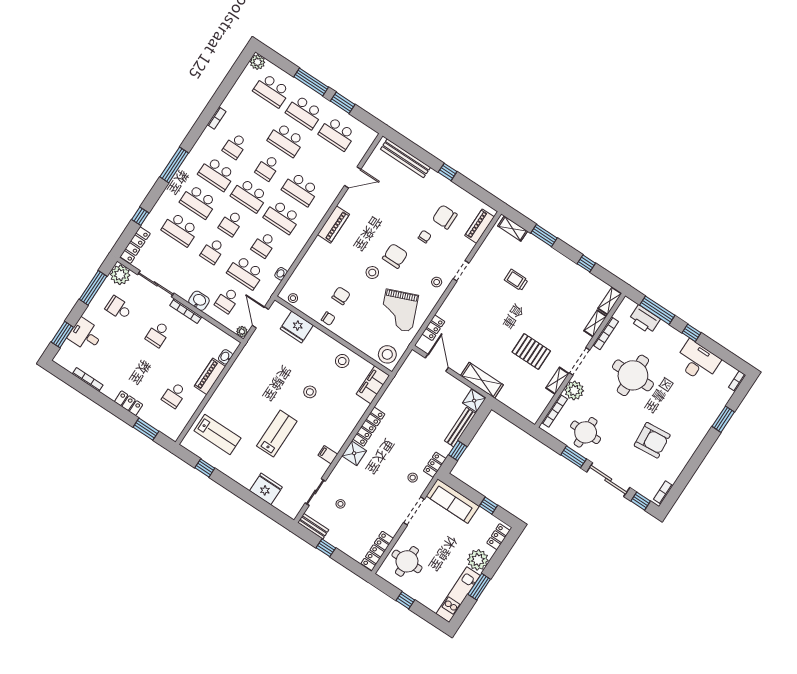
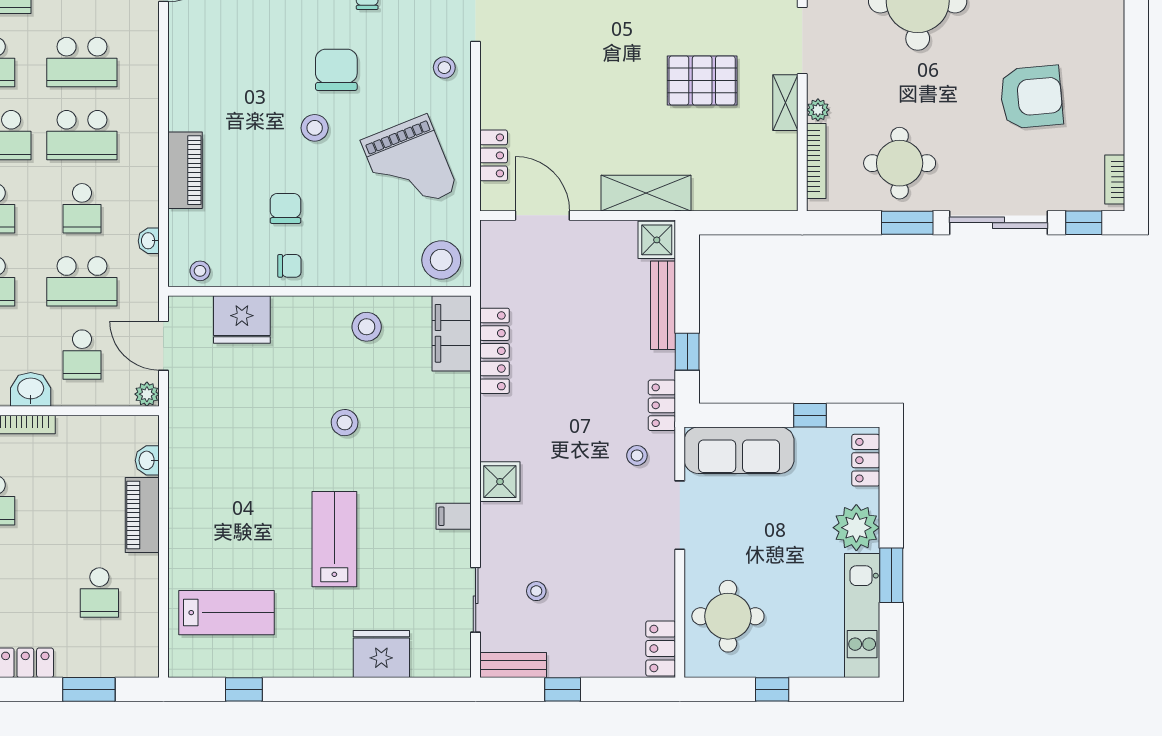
piano: (333, 224) -> (185, 170), moved
plant: (574, 390) -> (818, 110), width x0.53, depth x0.53
locker: (369, 427) -> (495, 351), moved
locker: (377, 551) -> (661, 649), width x0.66

